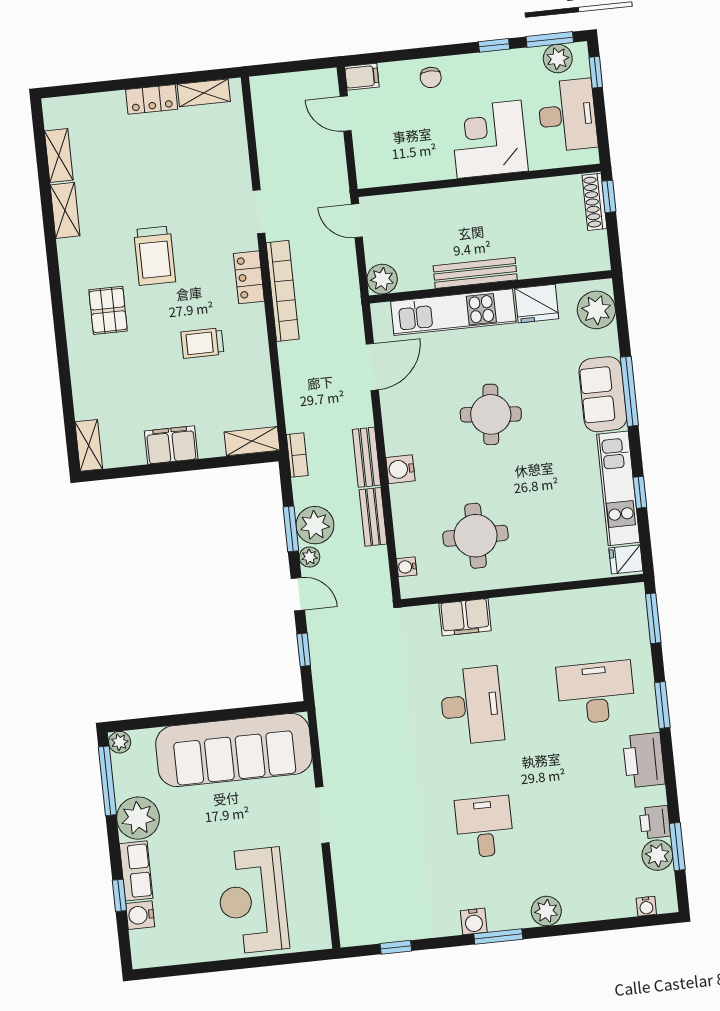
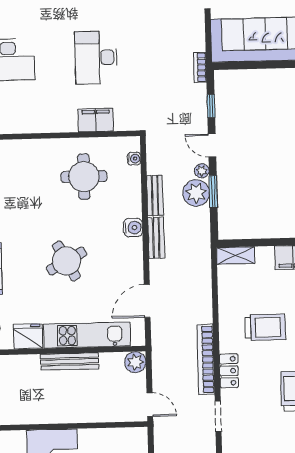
trolley: (202, 343) -> (265, 327), width x1.36, depth x1.39
round table: (491, 414) -> (66, 261), turned -33
bookcase: (297, 455) -> (200, 67), moved

